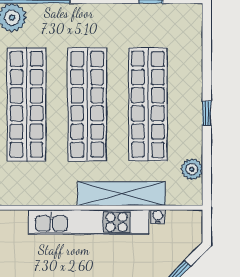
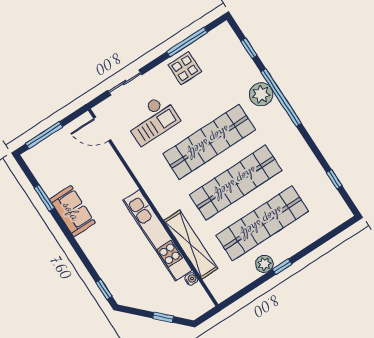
plant: (192, 169) -> (264, 264), moved

